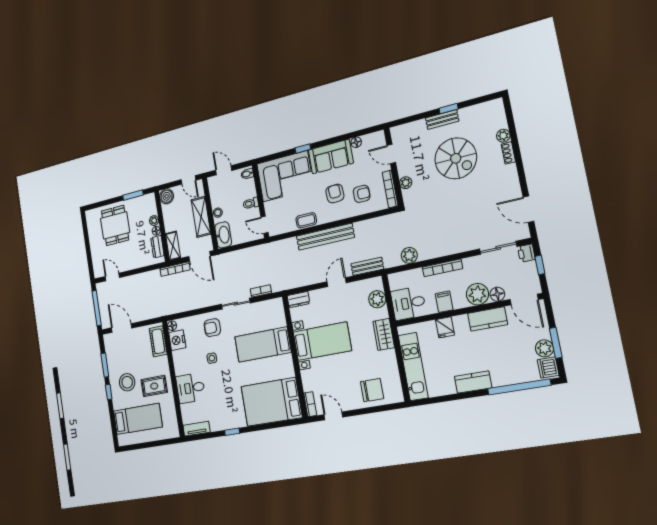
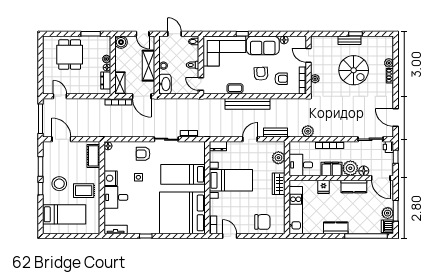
filing cabinet: (444, 302) -> (332, 169), width x2.00
nightstand: (177, 340) -> (111, 178), moved
bed: (271, 402) -> (182, 213), width x1.36

